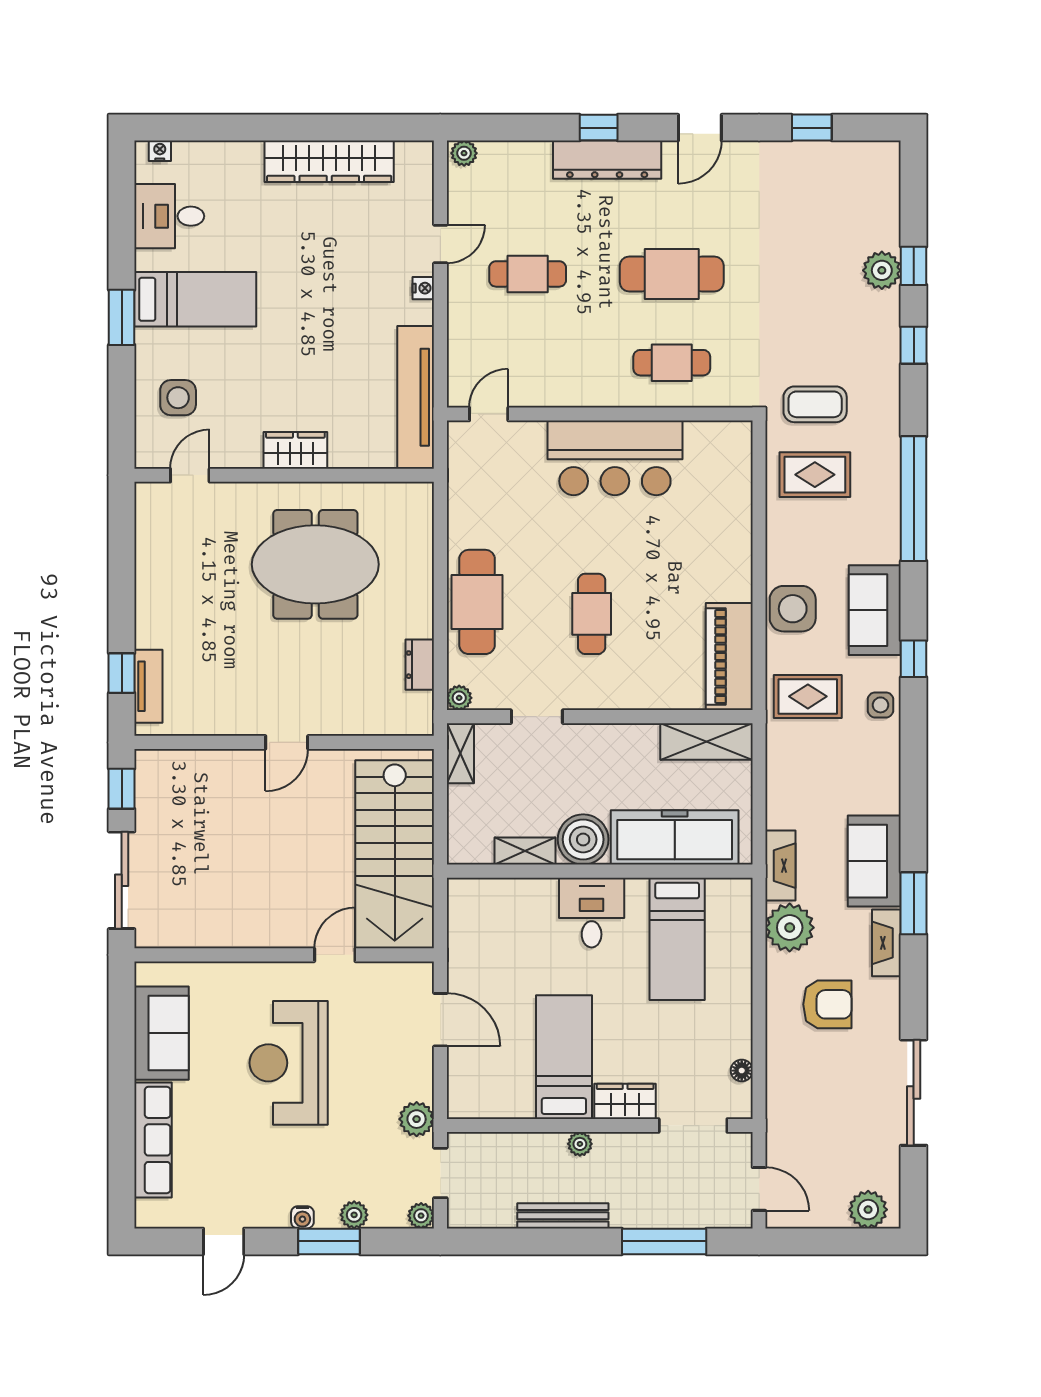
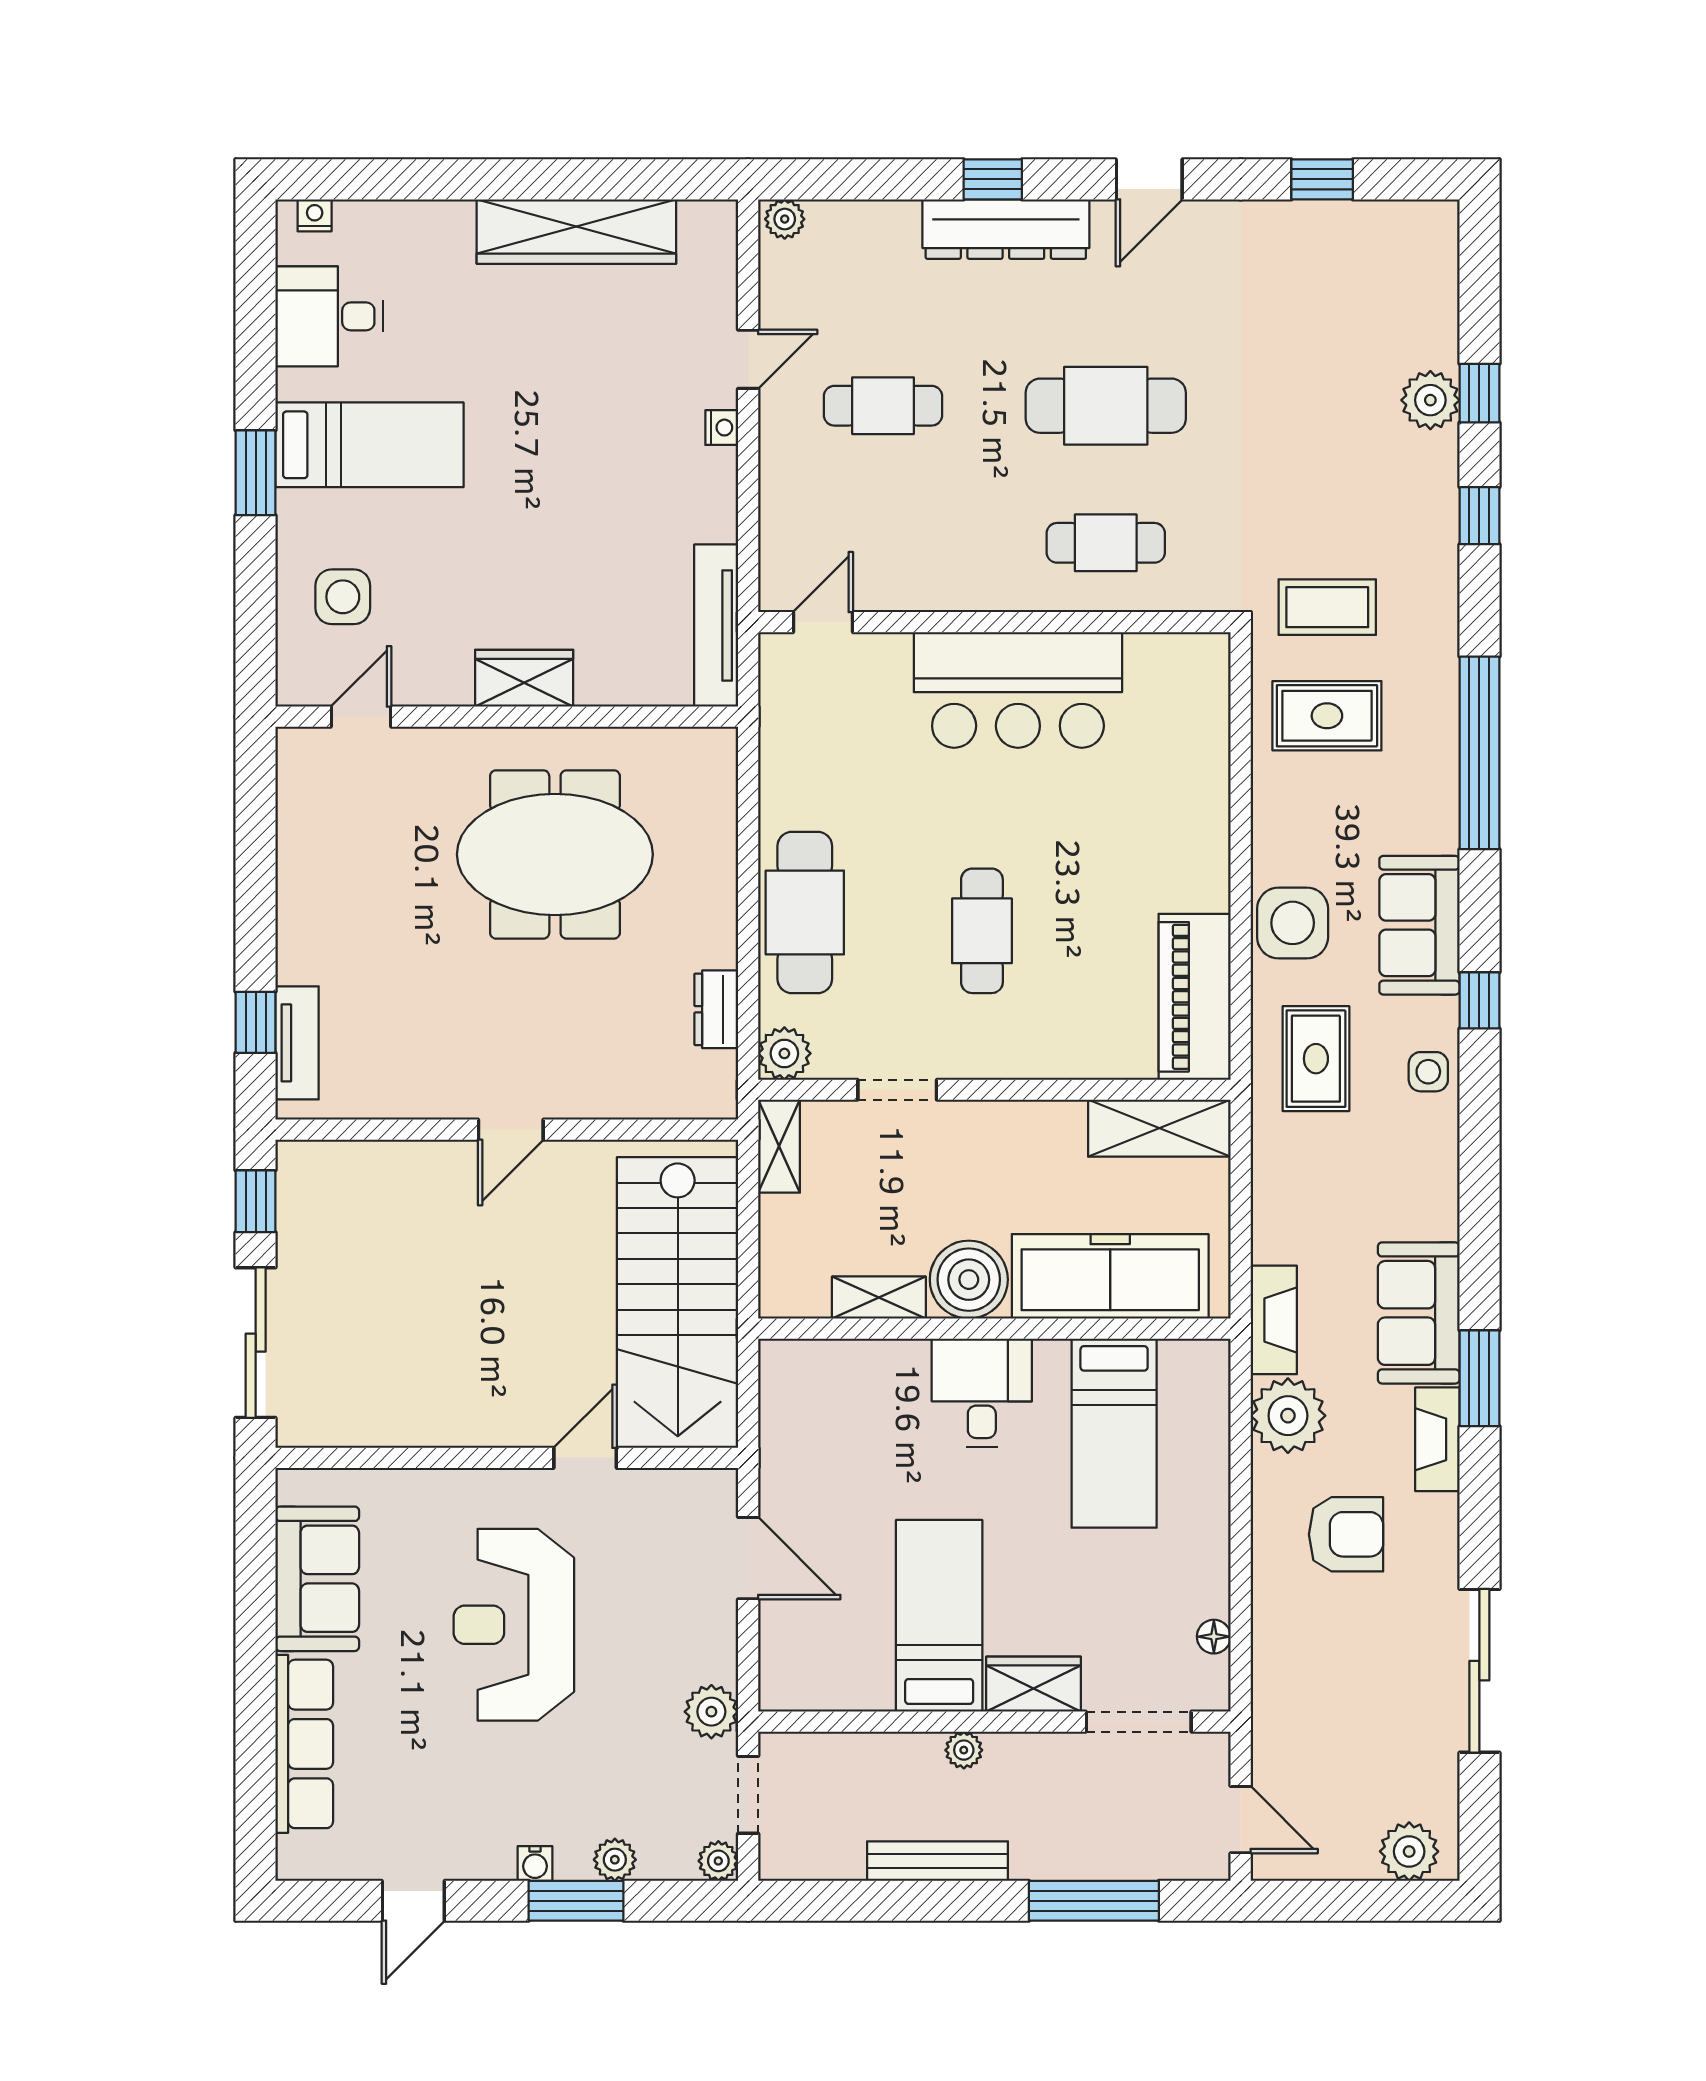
tv unit: (416, 397) -> (716, 626), width x0.73, depth x0.78
rug: (808, 696) -> (1316, 1059), turned 90
plant: (459, 698) -> (784, 1053), width x1.38, depth x1.38

